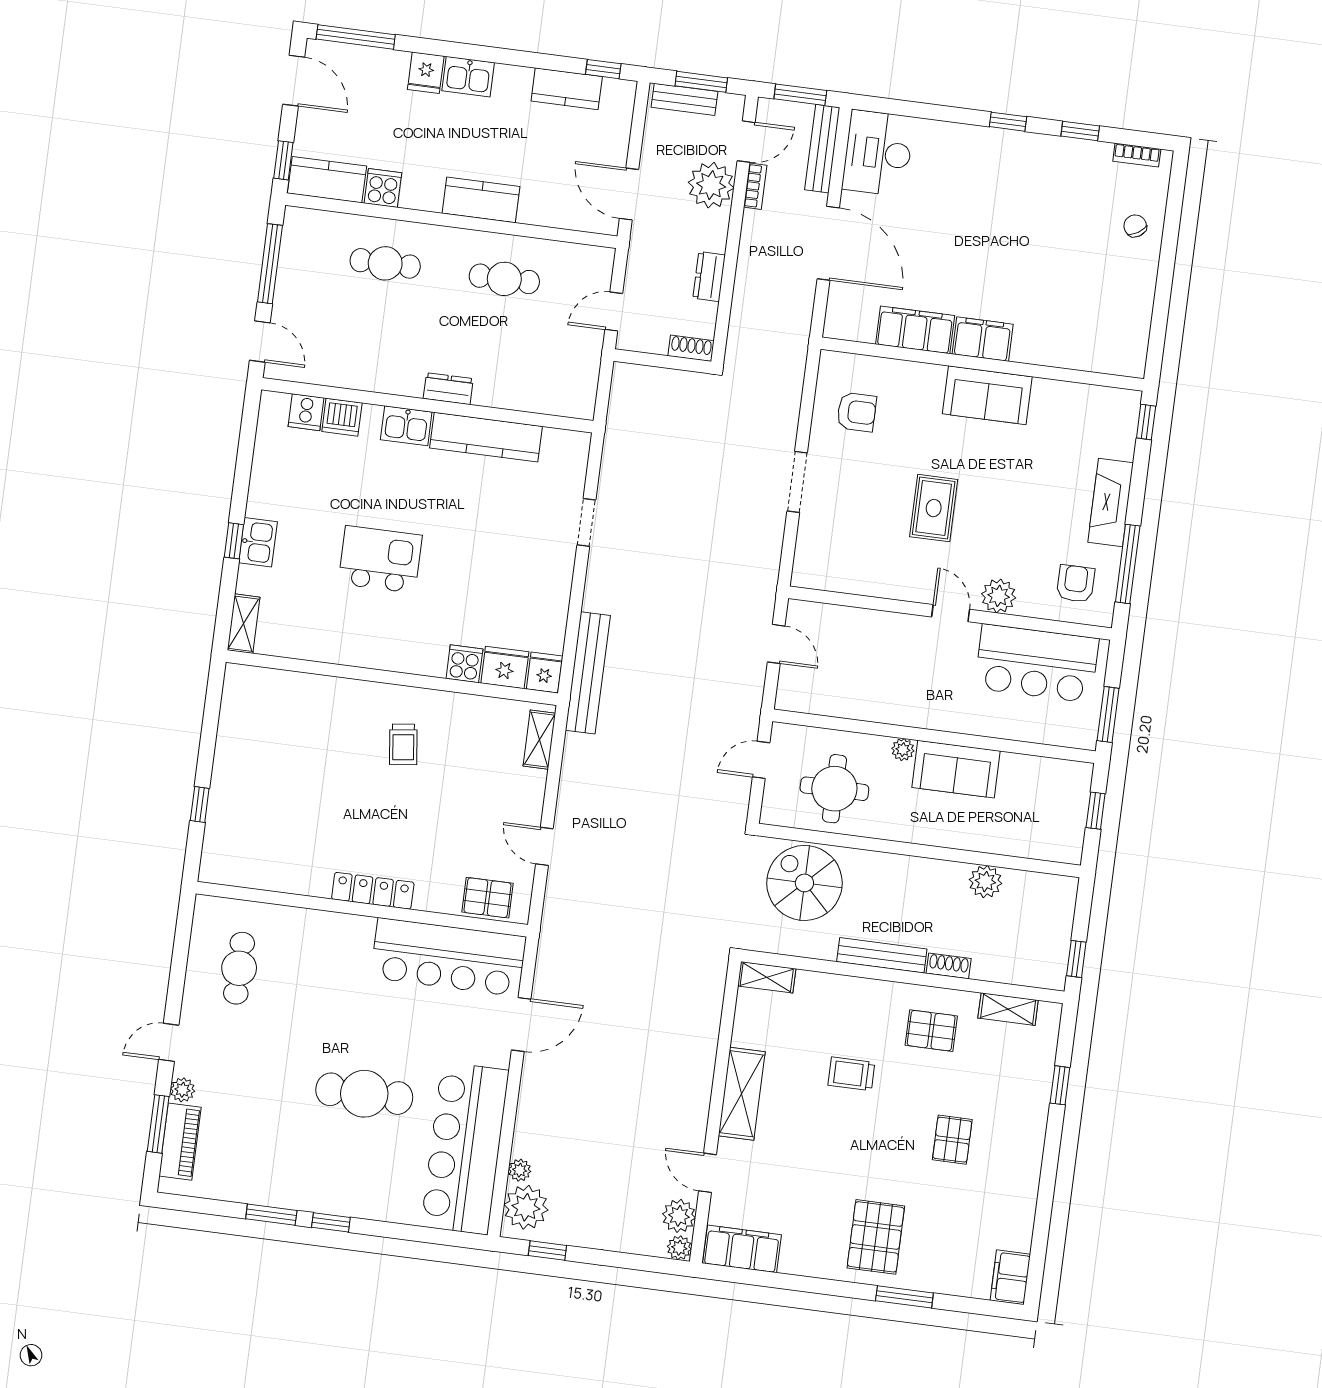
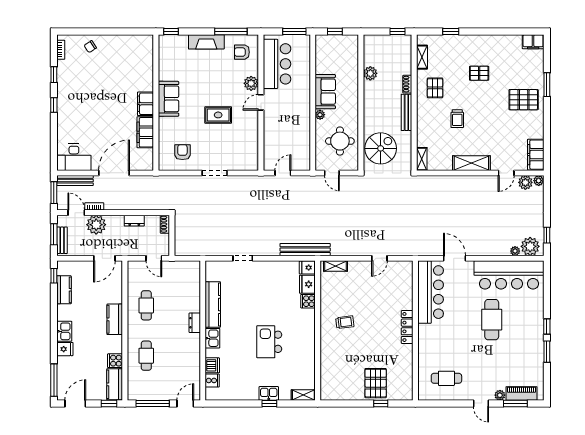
spiral stairs: (804, 883) -> (381, 148), turned 180
pallet: (488, 898) -> (376, 383), moved, width x1.50, depth x1.42

